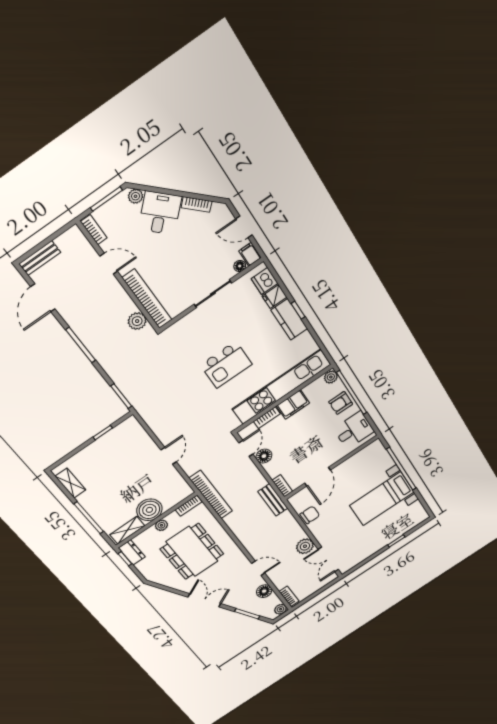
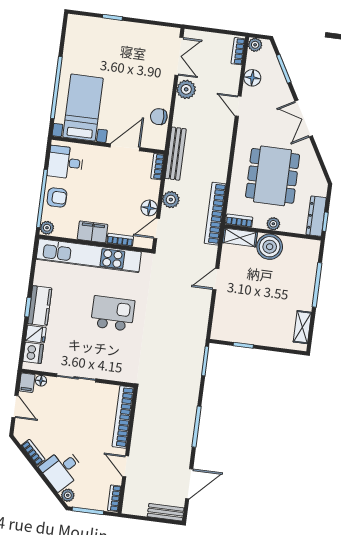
plant: (137, 321) -> (171, 200), moved
bed with nightstands: (382, 499) -> (83, 108), moved, turned -90
bench: (273, 500) -> (176, 154), width x1.36
shelving: (127, 530) -> (240, 237), moved
dresser: (132, 552) -> (316, 216), width x1.44

